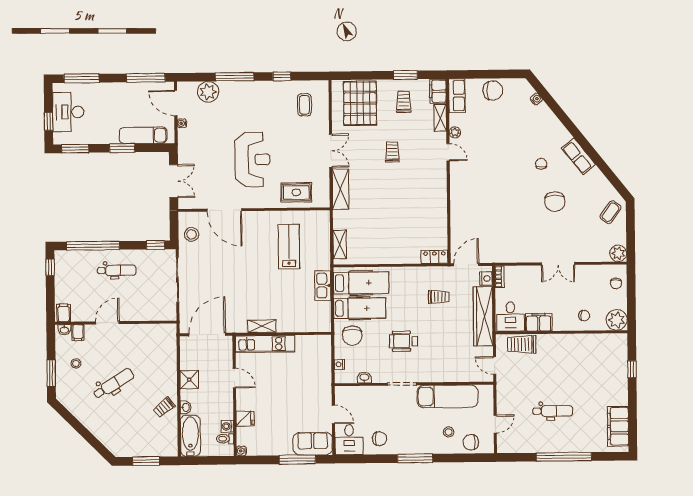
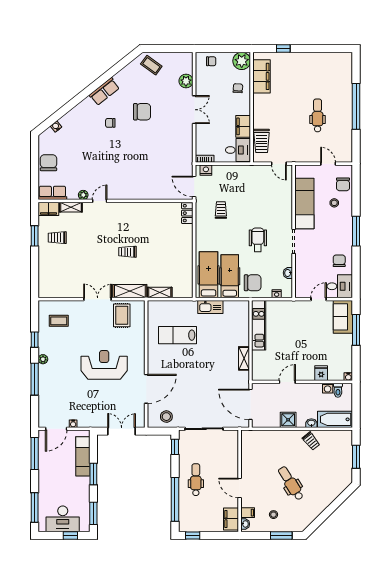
plant: (208, 92) -> (43, 359), moved, width x0.53, depth x0.53
pallet: (360, 103) -> (58, 274), removed
trolley: (392, 152) -> (128, 252), moved
rug: (296, 192) -> (122, 315), moved
shelving: (340, 244) -> (160, 293), moved
plant: (618, 253) -> (186, 81), moved
filing cabinet: (64, 313) -> (231, 519), width x2.00
wardrobe: (483, 316) -> (237, 173), removed
wheelchair: (404, 341) -> (258, 240), turned 180
kitchen unit: (265, 344) -> (259, 325), moved
door: (495, 365) -> (279, 164), hinge flipped
filing cabinet: (618, 426) -> (262, 76), moved, turned -90

